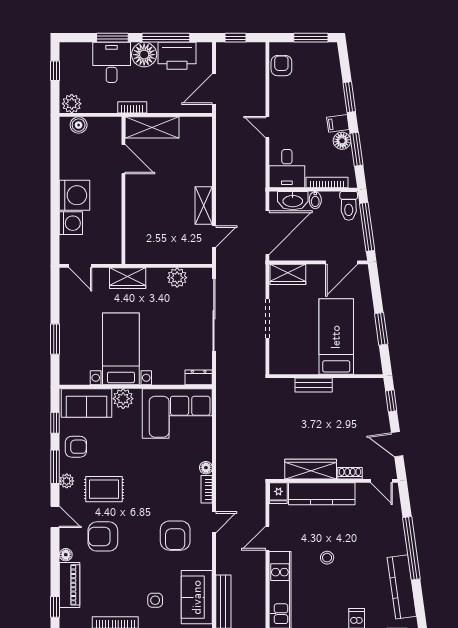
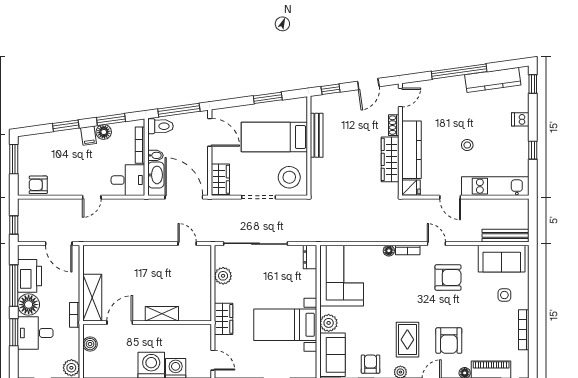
boiler: (79, 125) -> (90, 344), moved
shelving: (204, 206) -> (162, 314), moved
door: (80, 266) -> (213, 360), hinge flipped
stool: (290, 353) -> (289, 177), added
bench: (314, 385) -> (317, 135), moved, width x1.36

